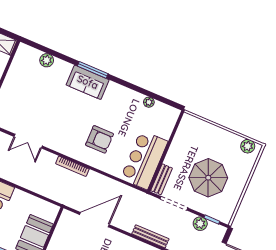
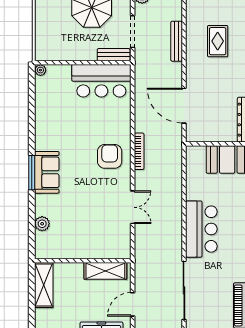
plant: (149, 102) -> (40, 70), moved
armchair: (100, 139) -> (110, 156), moved

